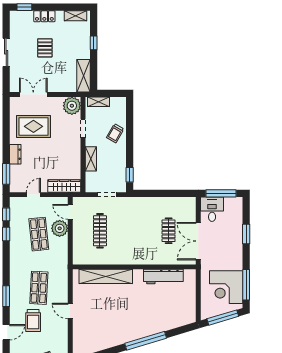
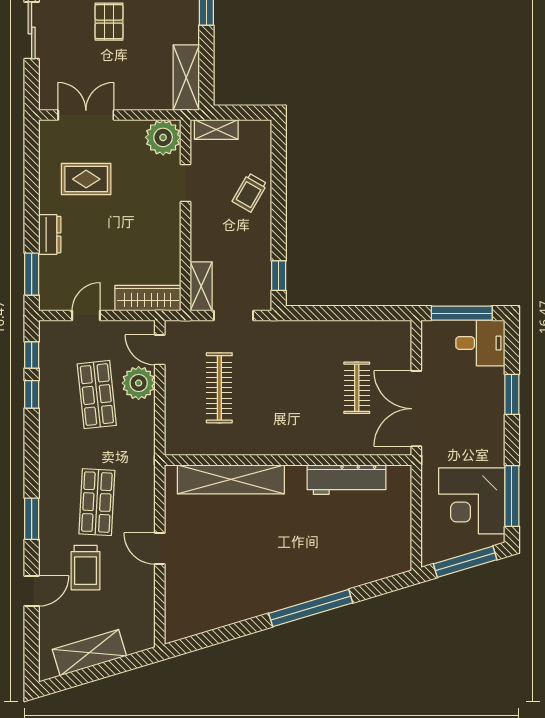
rug: (33, 126) -> (86, 179), width x0.73, depth x0.70
shelving: (91, 159) -> (201, 286), moved
desk: (212, 209) -> (480, 343), moved, turned 90

